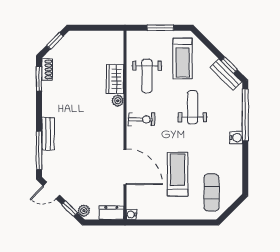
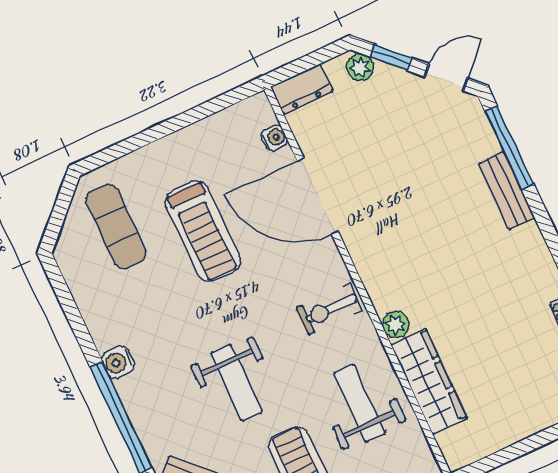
wardrobe: (115, 79) -> (429, 381), width x1.50
water cooler: (131, 214) -> (274, 138), moved

